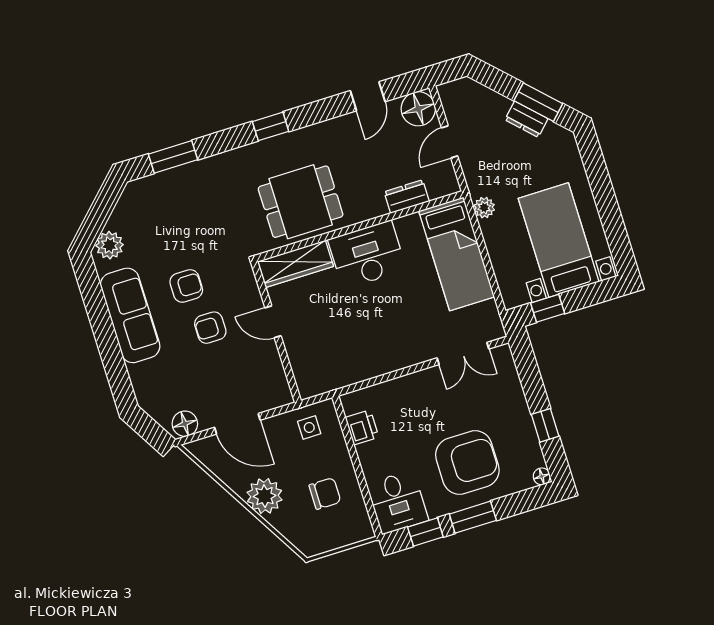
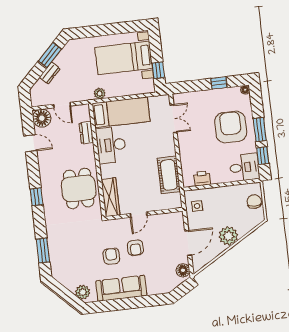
dresser: (526, 119) -> (50, 73), moved
desk: (367, 255) -> (111, 145), moved
cot: (357, 364) -> (169, 175), added
chair: (325, 493) -> (254, 202), moved

